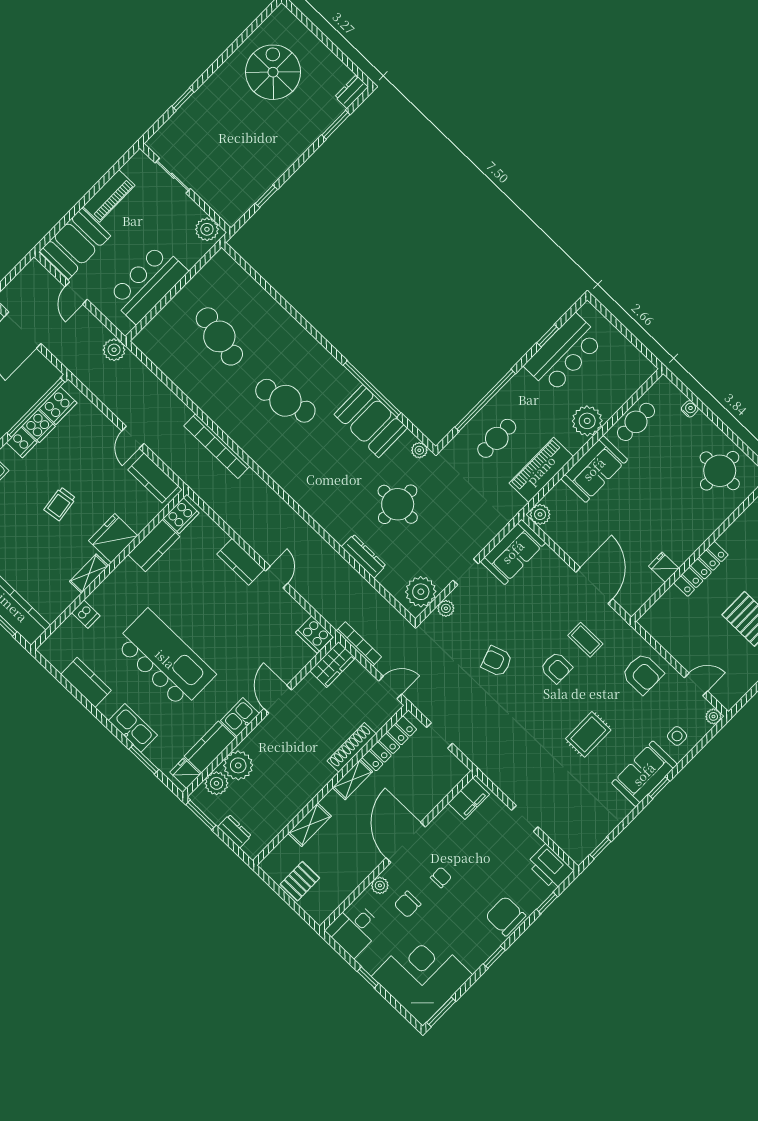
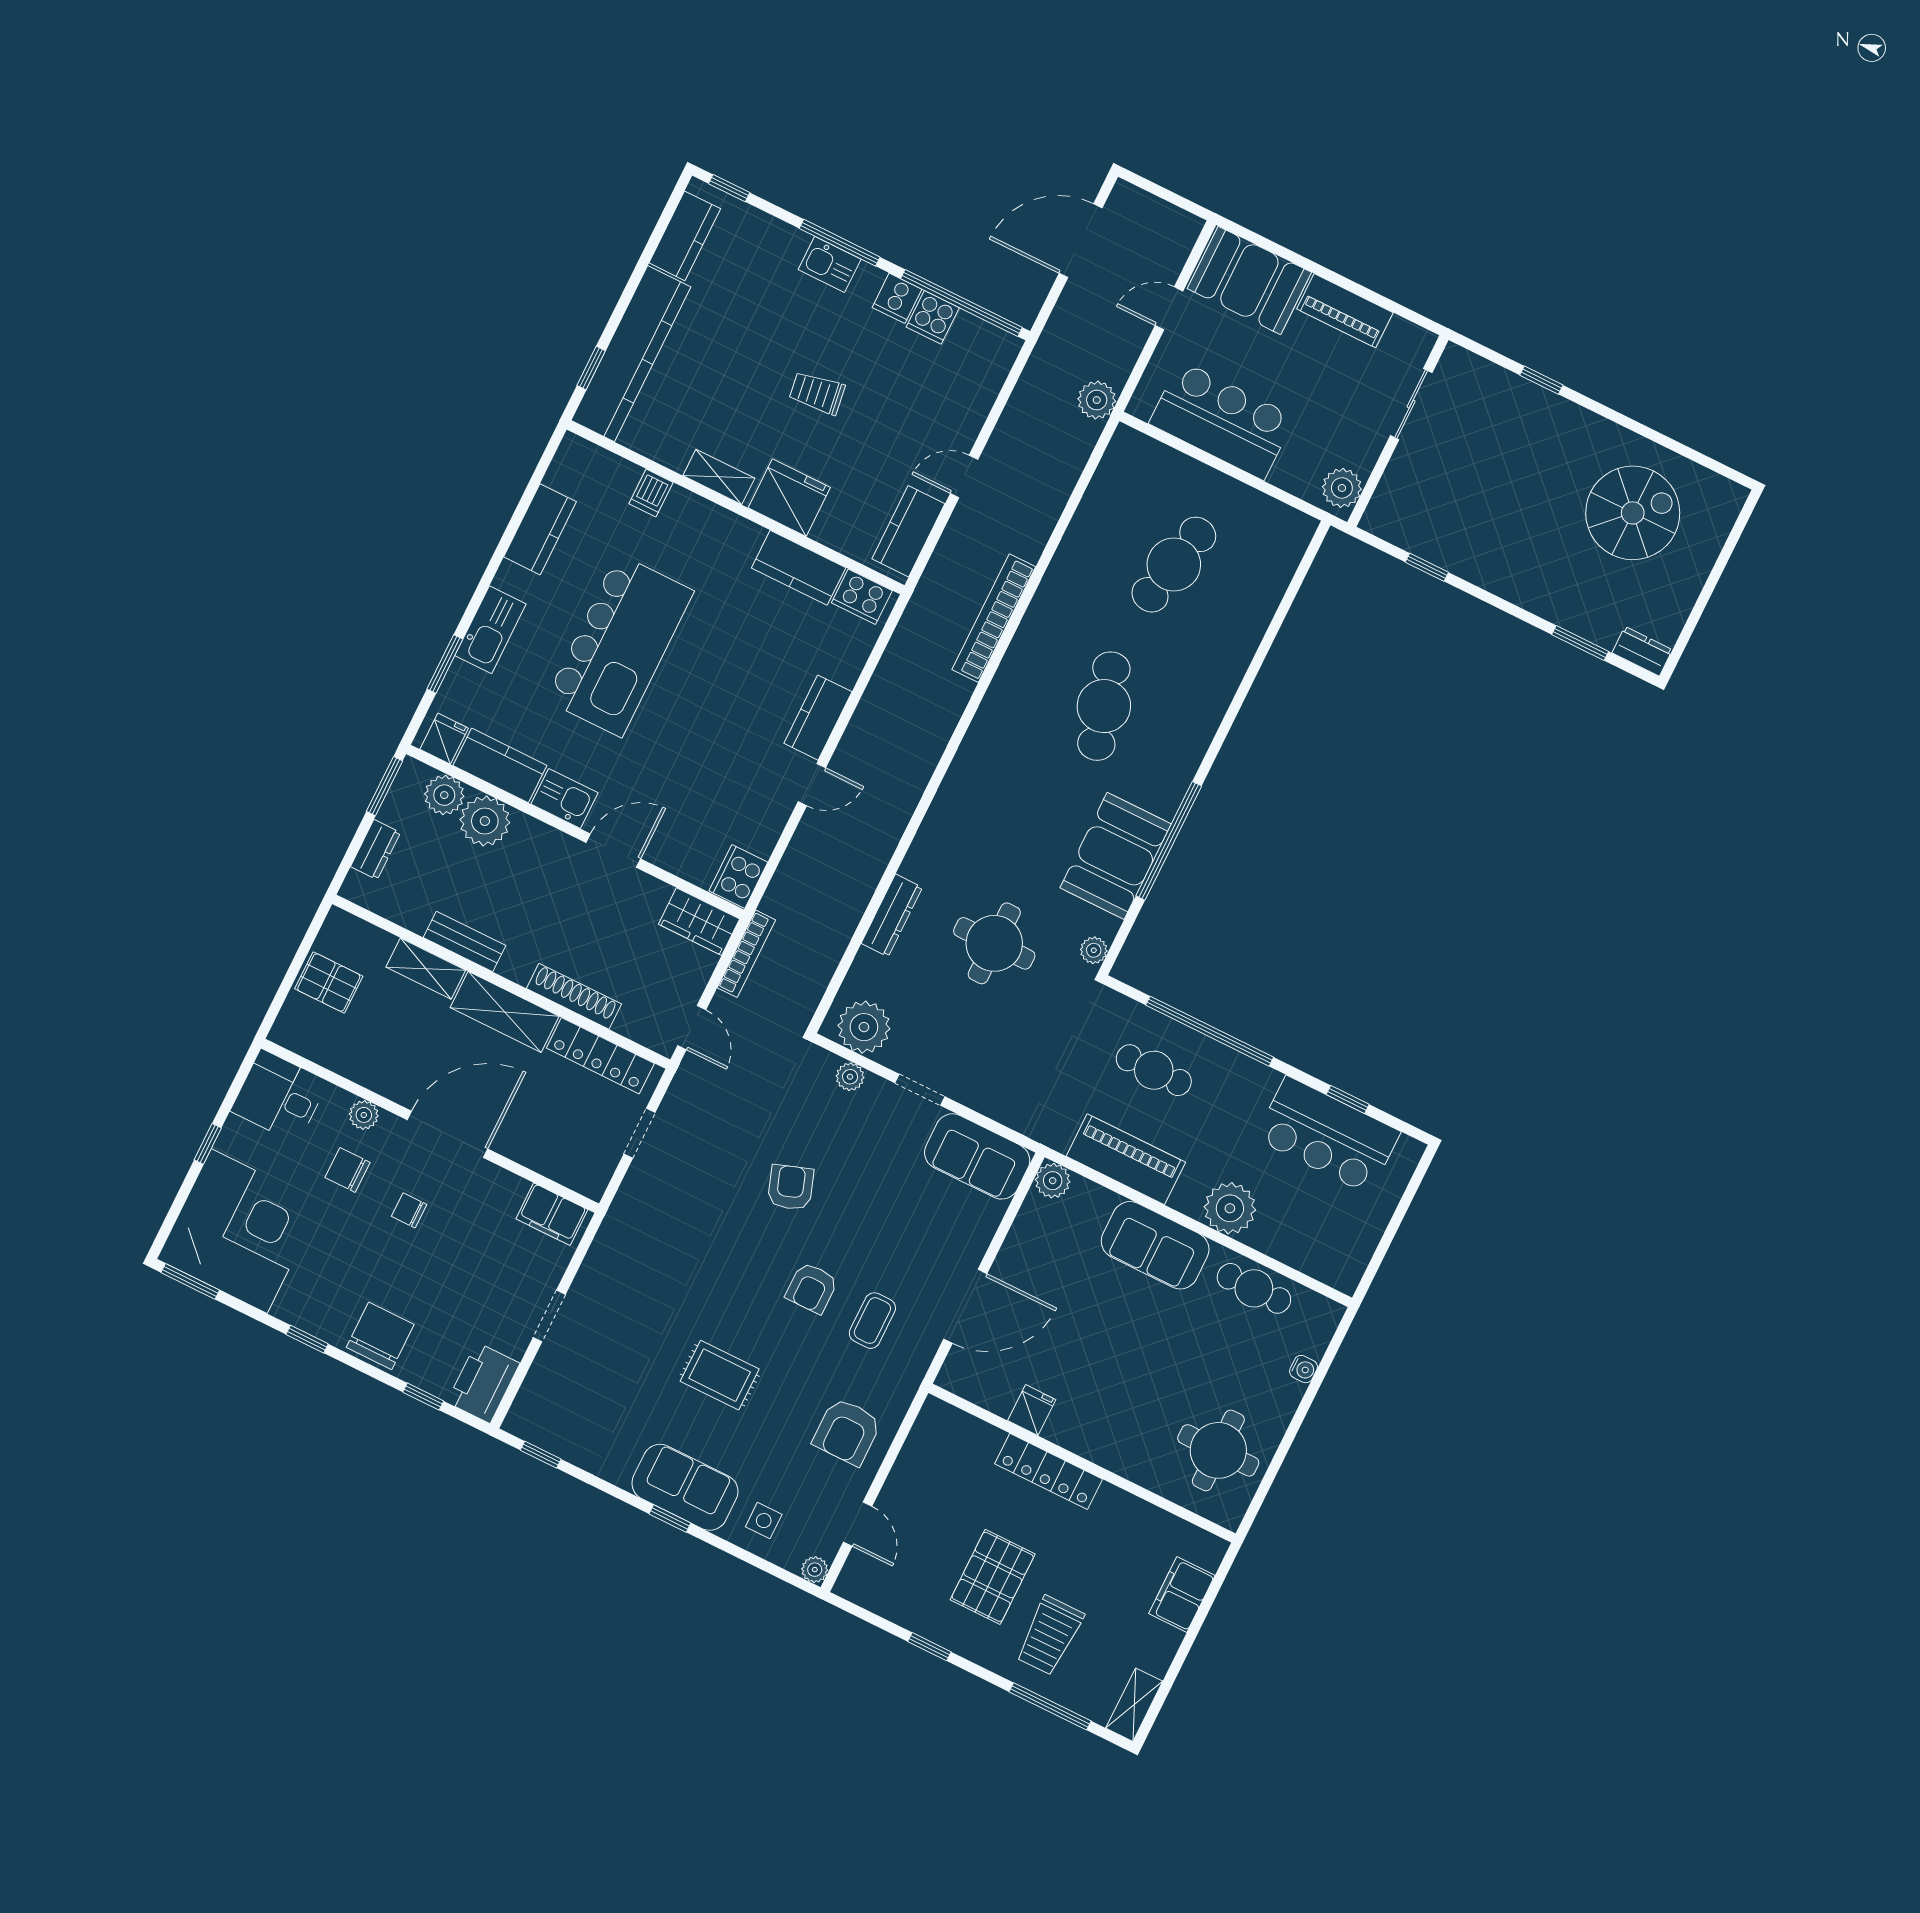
cooker: (58, 406) -> (976, 338), removed
shelving: (353, 780) -> (505, 1012), width x1.50, depth x1.33
bench: (302, 798) -> (464, 942), added
chair: (441, 877) -> (409, 1210), turned 180

